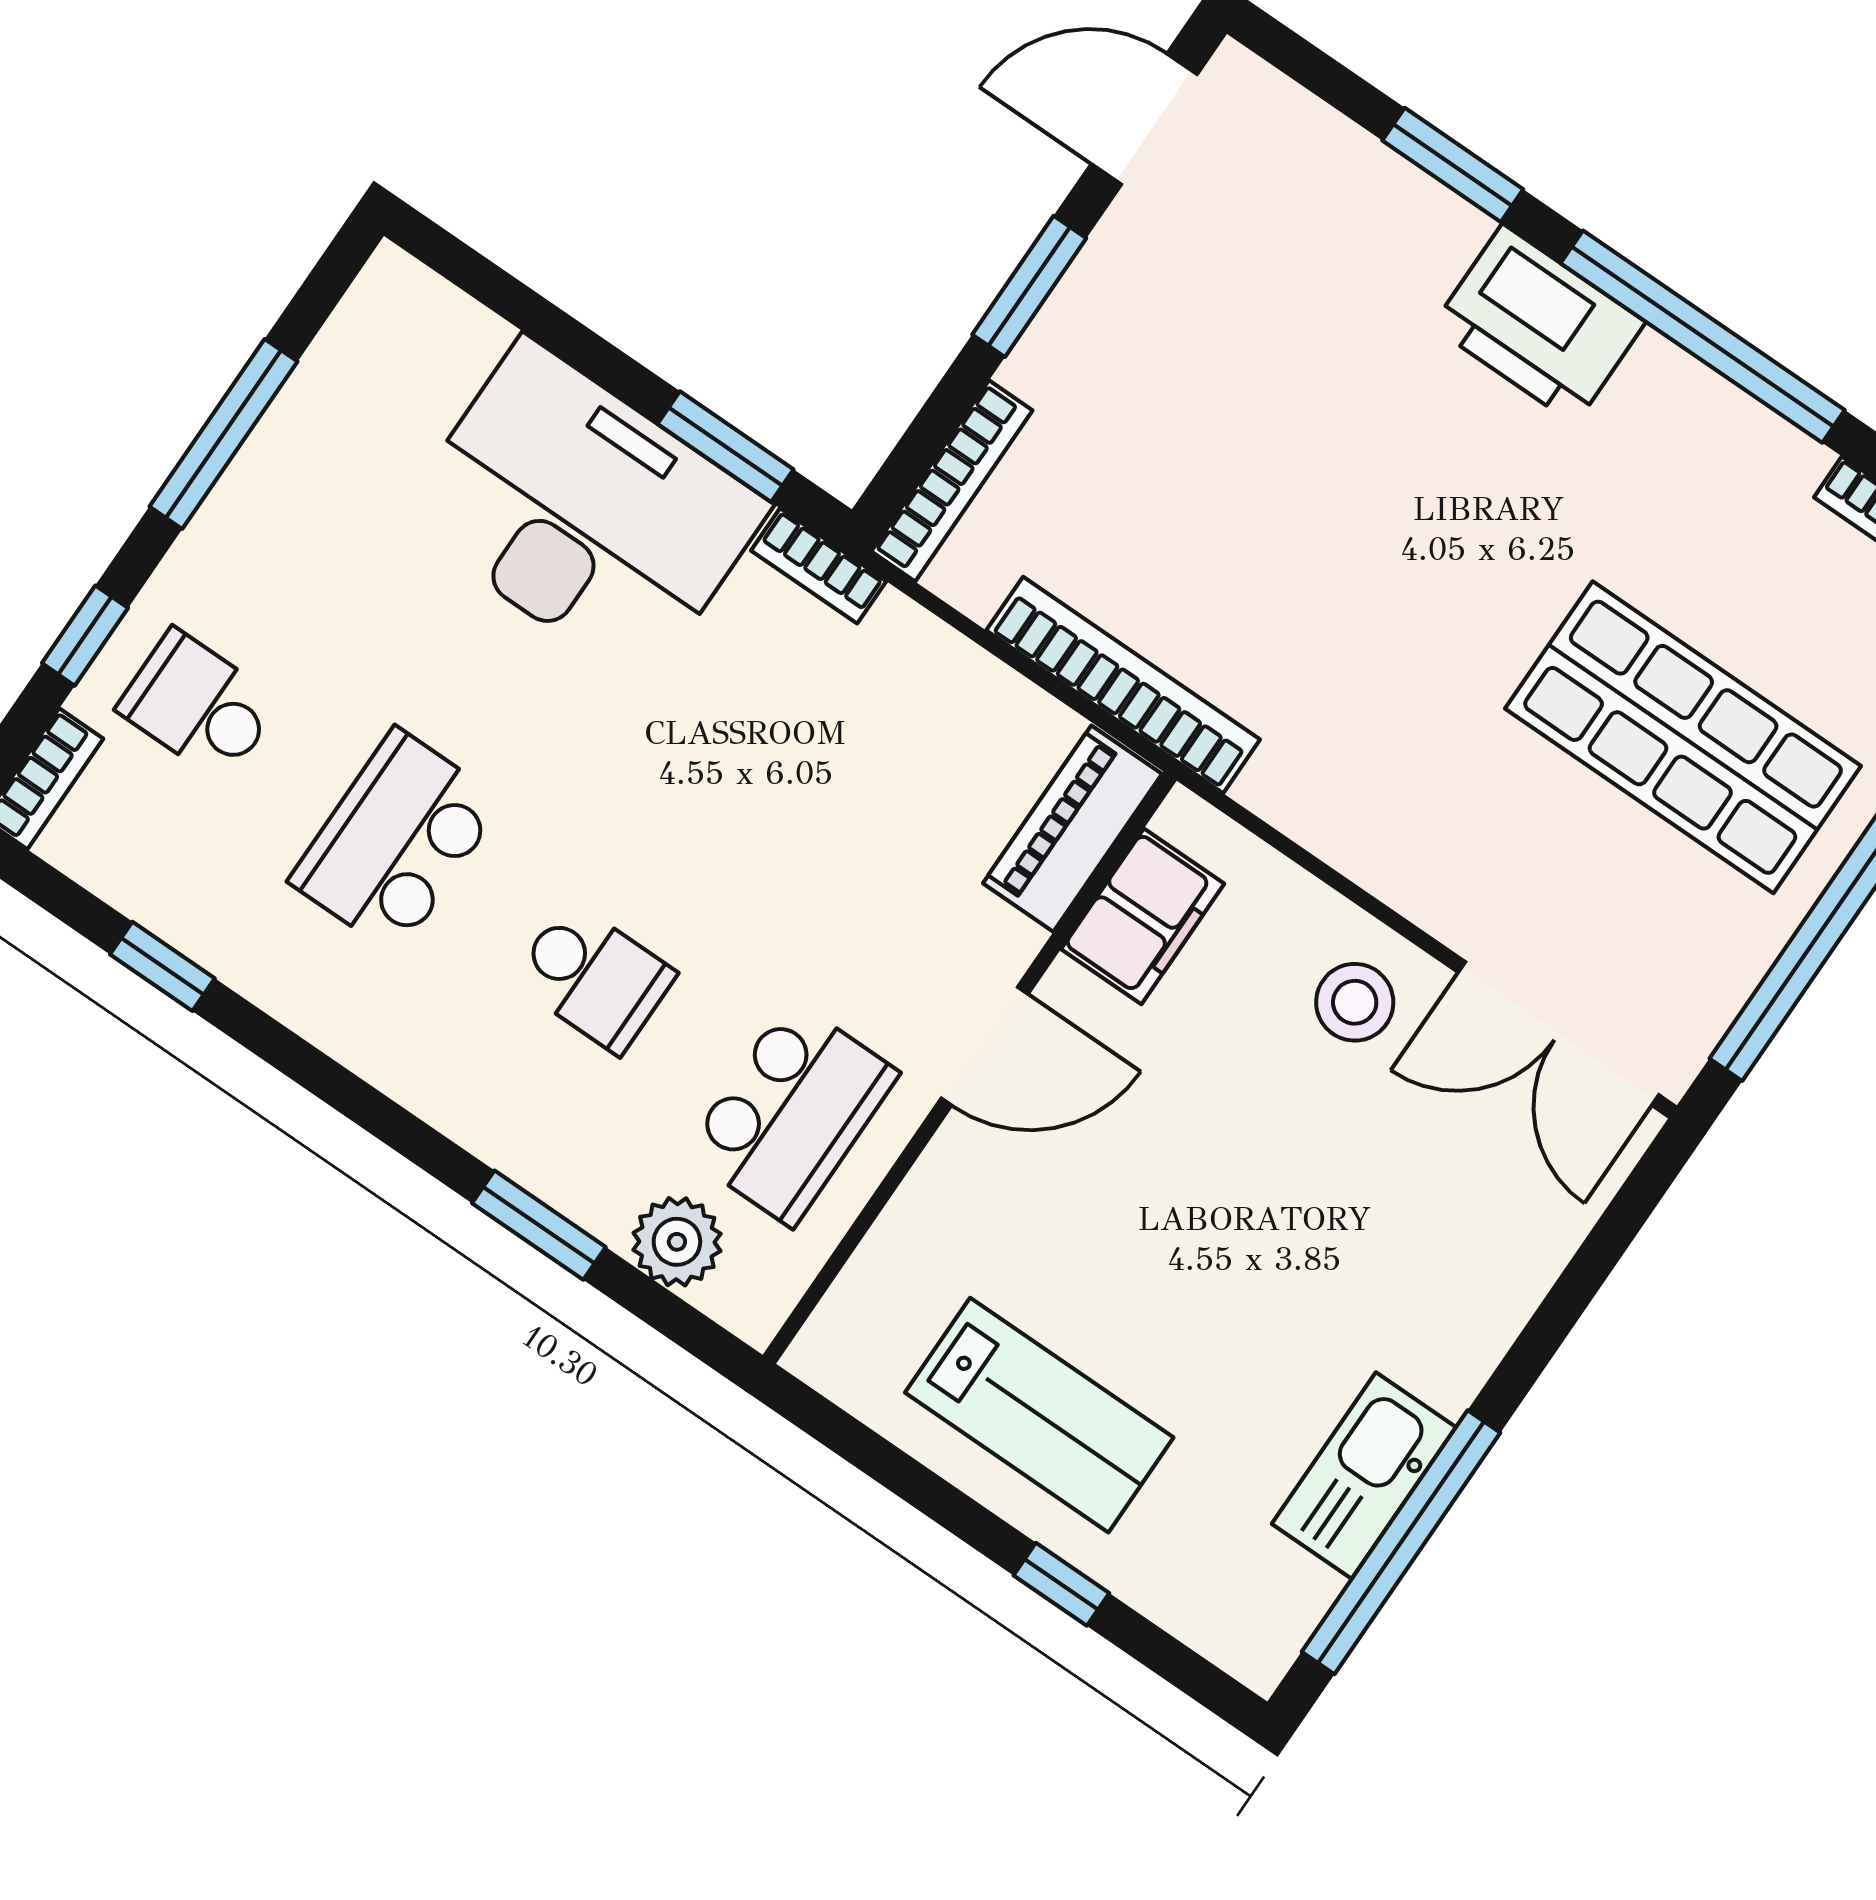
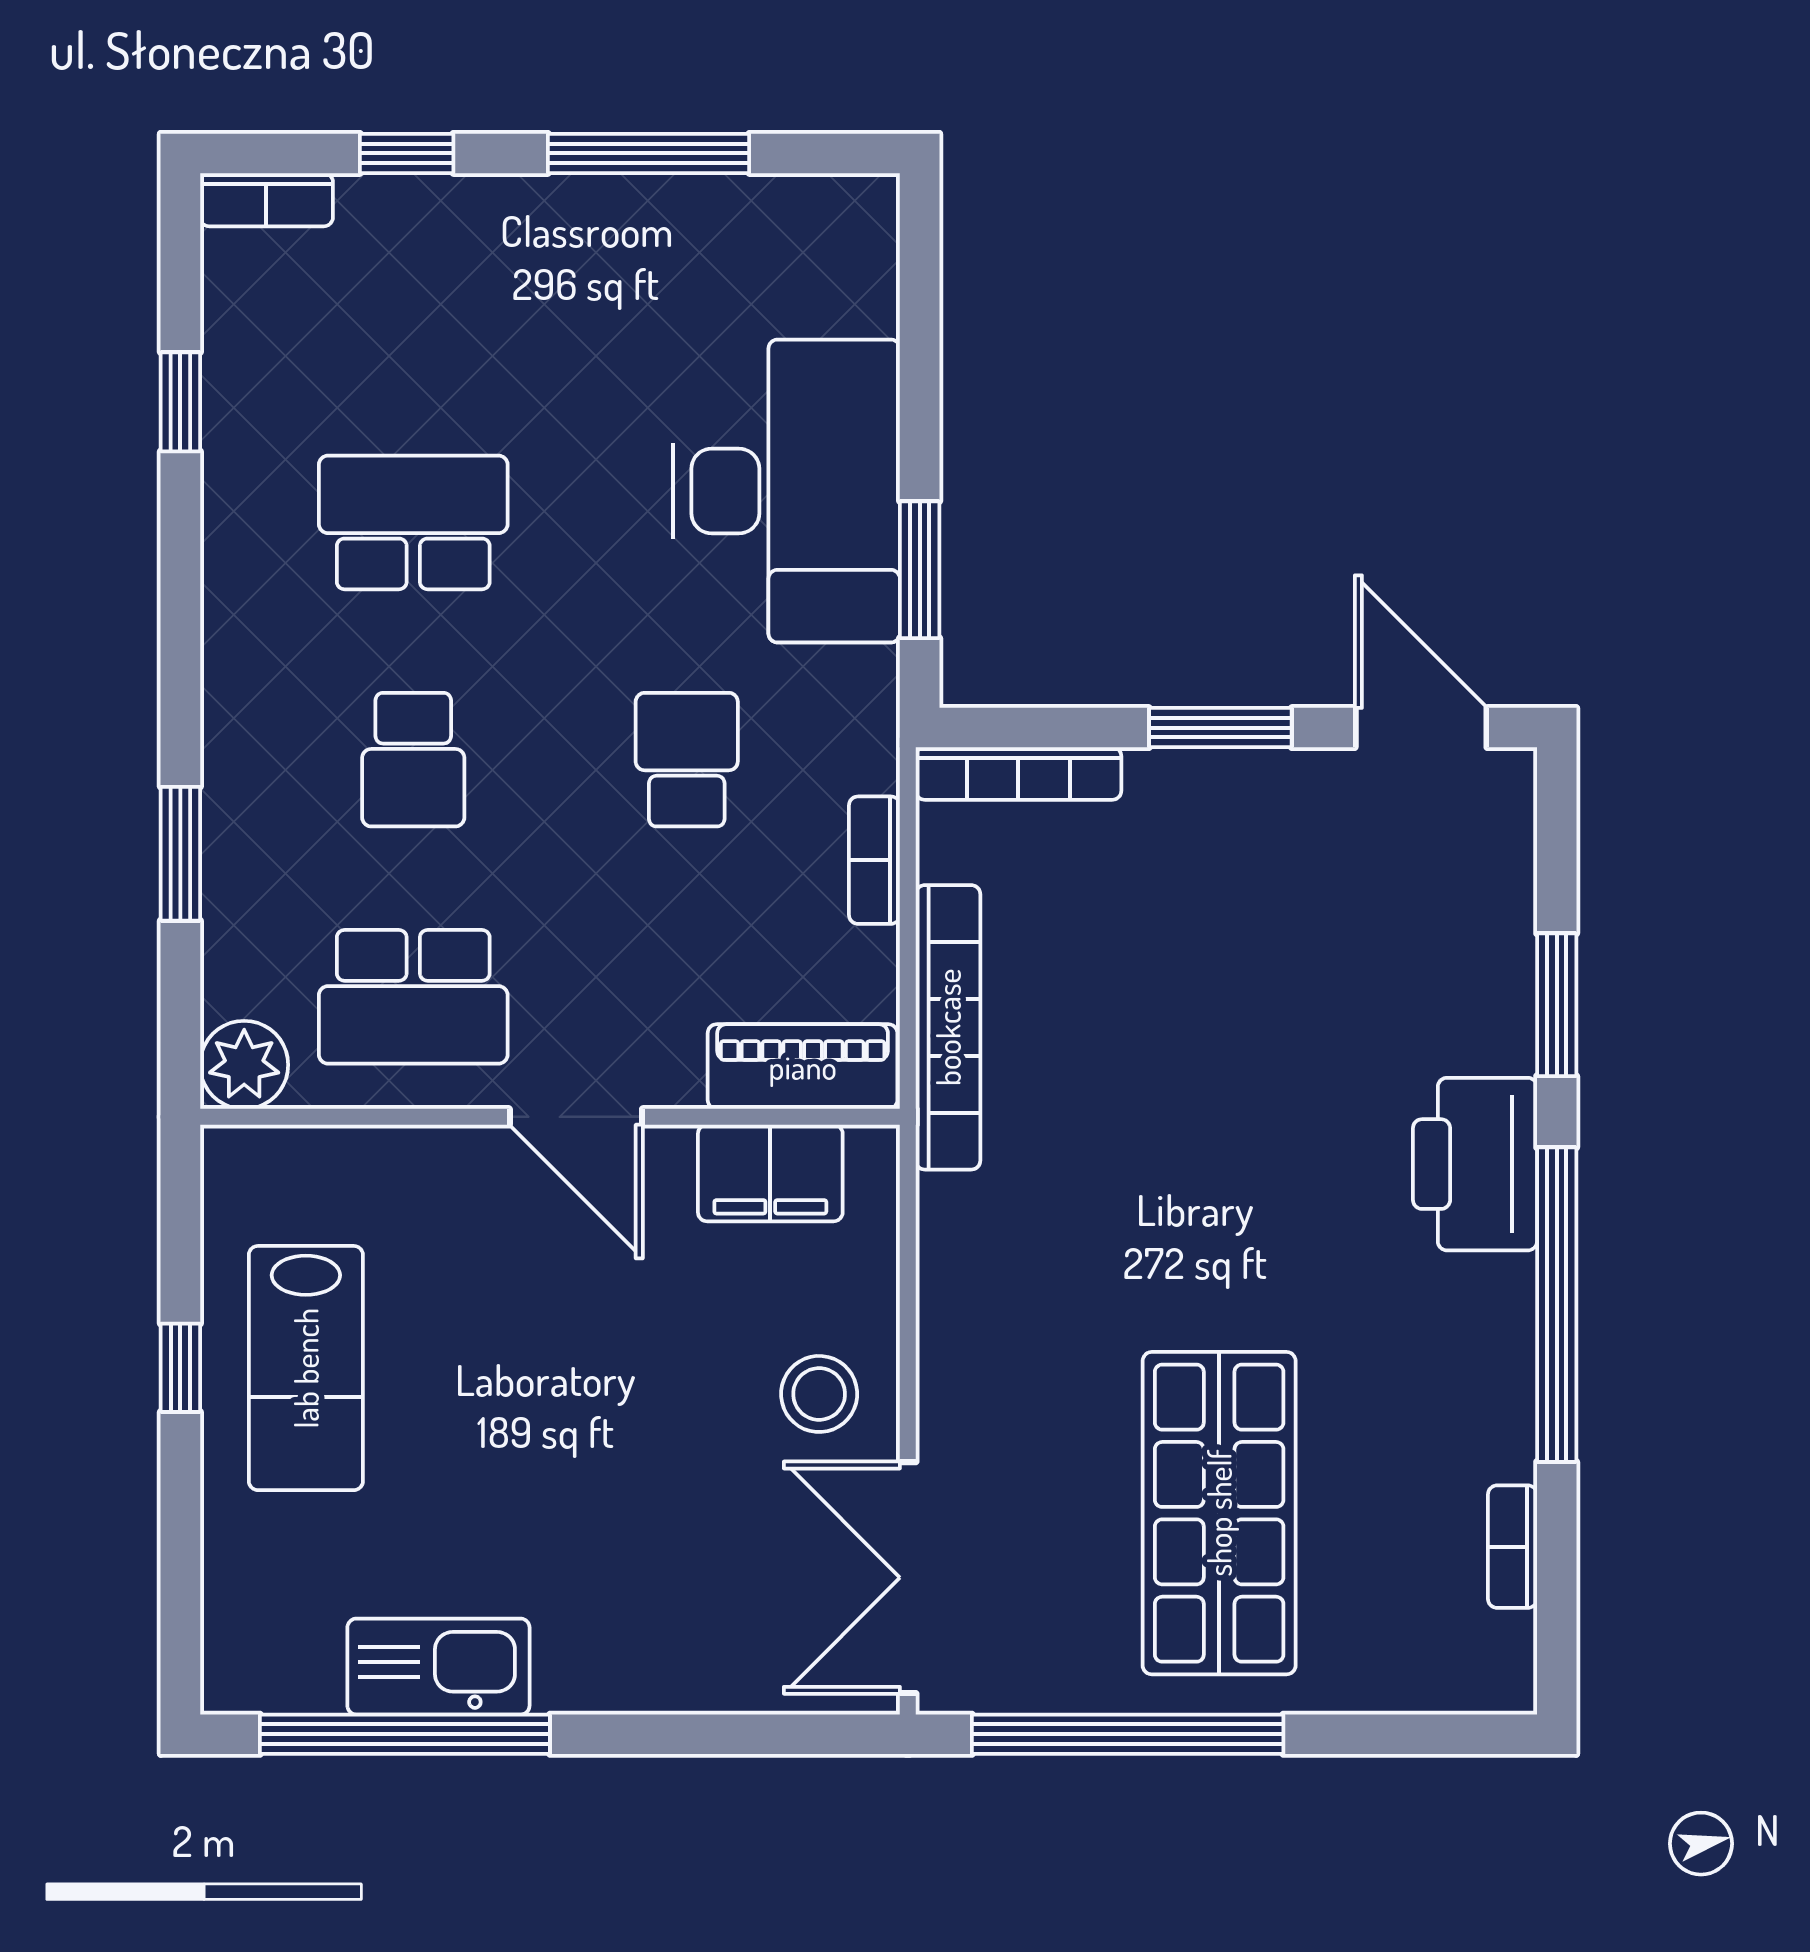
bookcase: (819, 566) -> (874, 860), moved
school desk: (199, 706) -> (687, 760), moved
plant: (677, 1242) -> (244, 1065), moved
window: (1061, 1584) -> (180, 1368), moved

